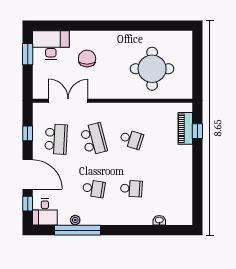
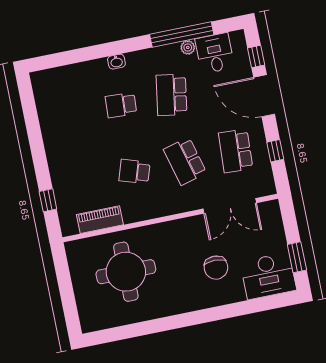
piano: (185, 128) -> (100, 220), moved, turned -90
school desk: (94, 189) -> (172, 95), width x1.85
desk: (45, 212) -> (215, 53), moved
washbasin: (159, 220) -> (116, 62), moved

